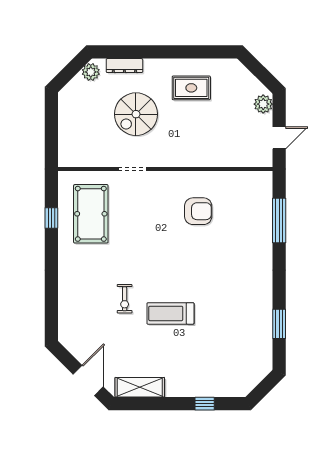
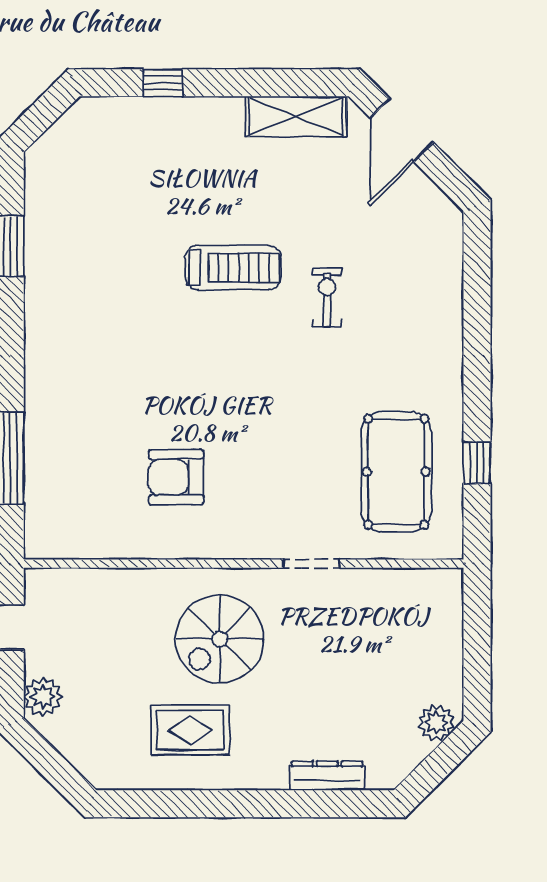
plant: (91, 72) -> (436, 722), moved
spiral stairs: (136, 114) -> (220, 639), moved, turned 180

